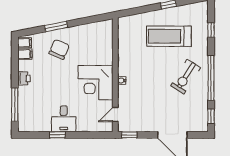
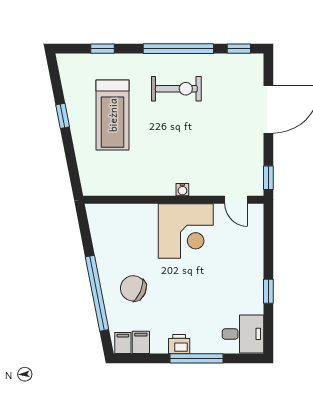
window: (56, 26) -> (97, 293), width x2.11
exercise bike: (186, 77) -> (176, 89), turned -32
window: (15, 105) -> (197, 358), moved
desk: (64, 119) -> (243, 334), moved

